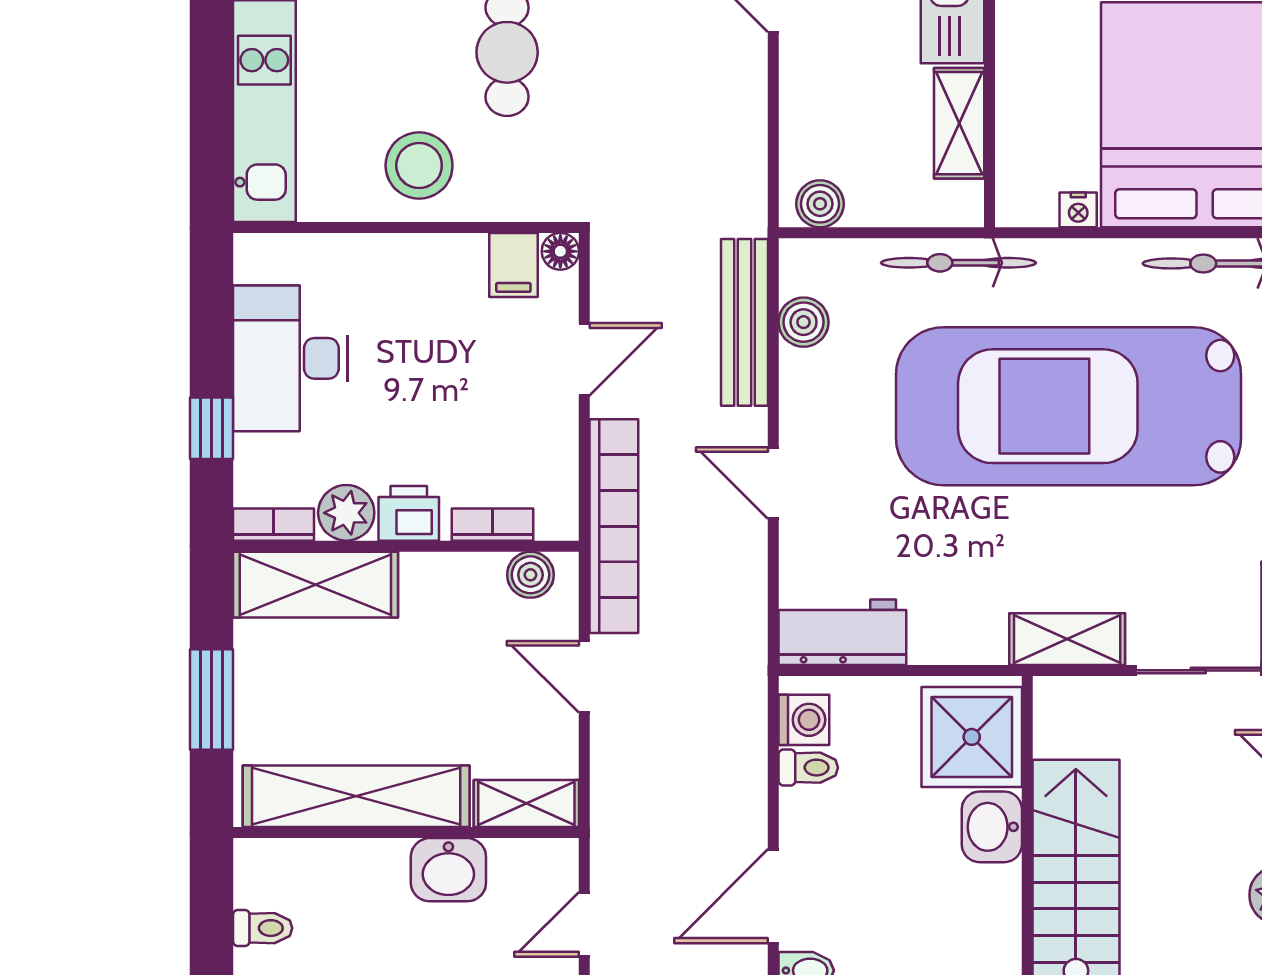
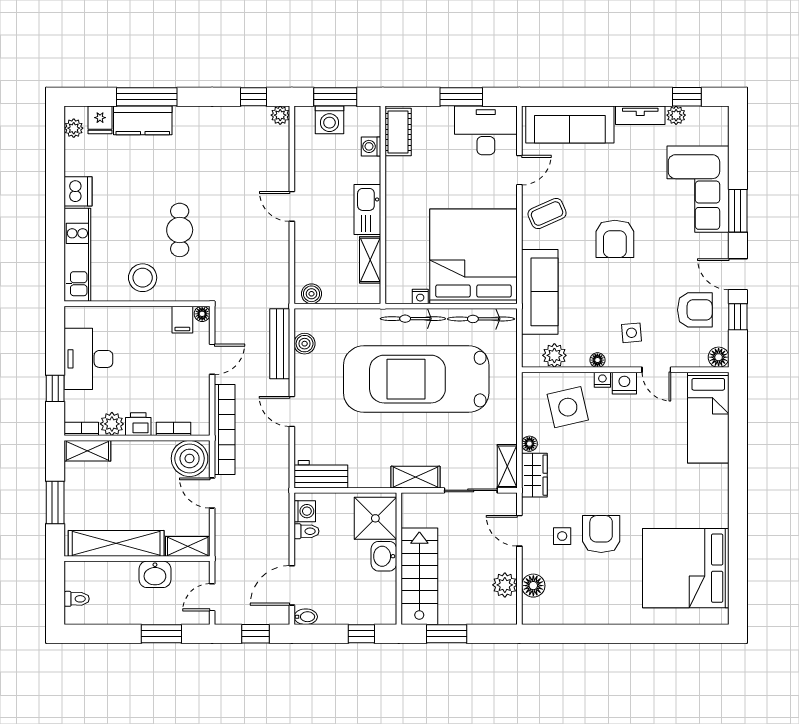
bicycle: (958, 263) -> (413, 319), moved
boiler: (530, 575) -> (190, 458), width x1.86, depth x1.86
shelving: (315, 585) -> (87, 451), width x0.67, depth x0.75

